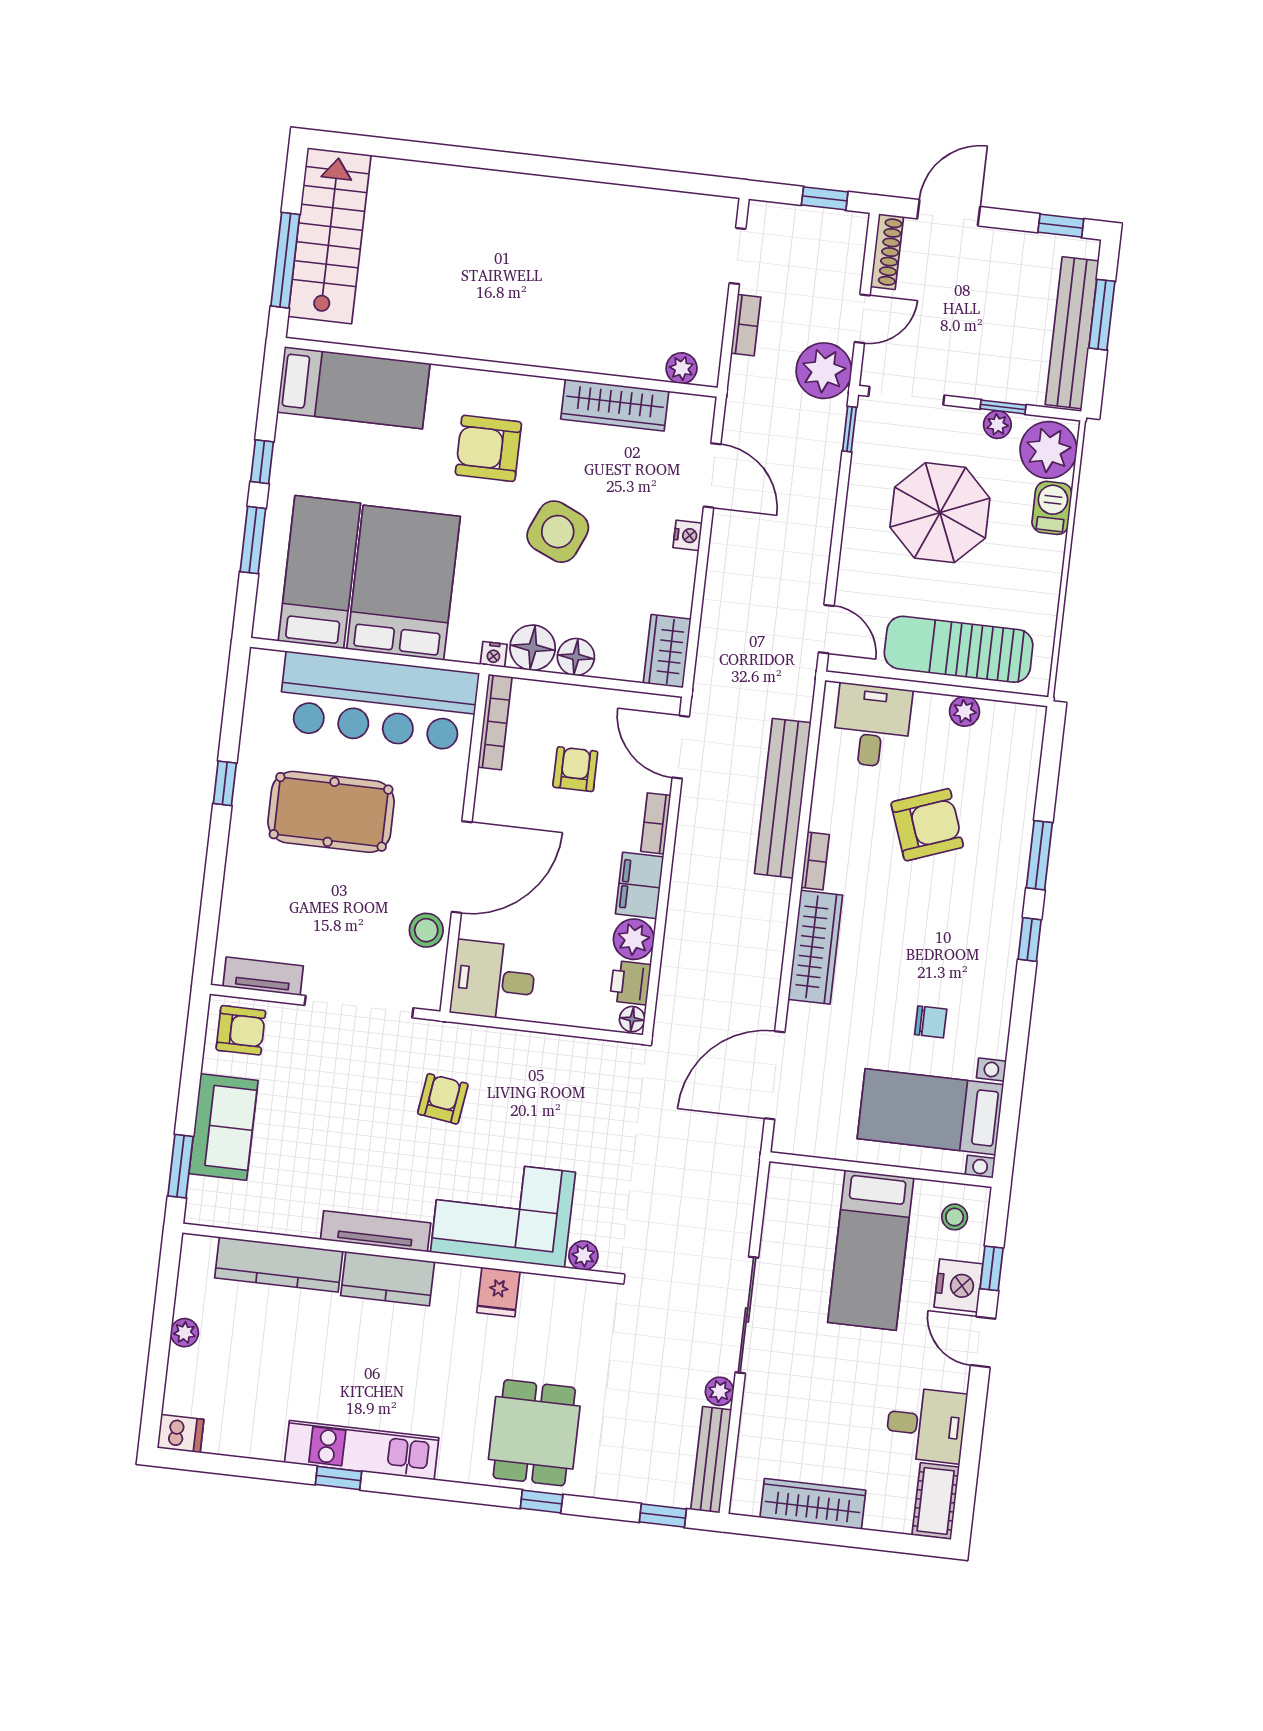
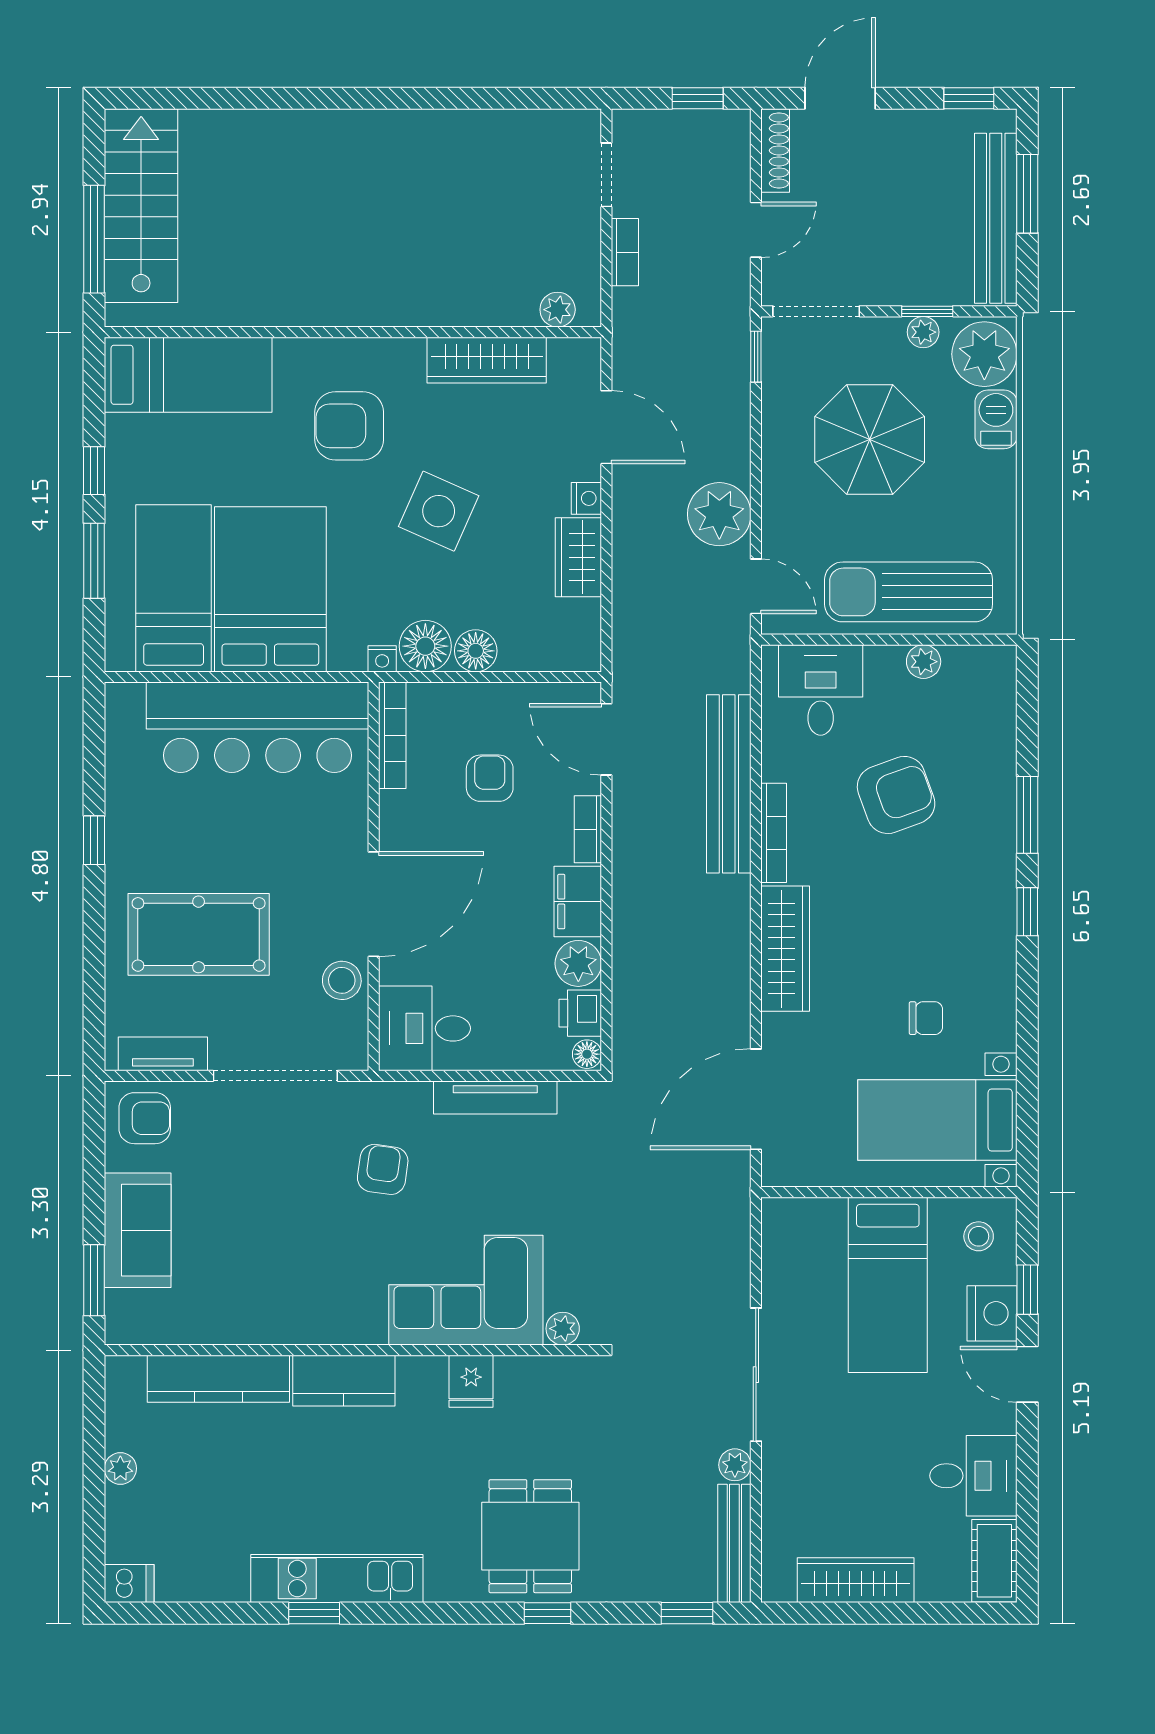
plant: (824, 371) -> (719, 514), moved
wardrobe: (667, 651) -> (578, 557), moved
pool table: (331, 812) -> (199, 934), moved
bookcase: (815, 861) -> (774, 833), width x1.56
tv unit: (376, 1231) -> (495, 1098), moved, turned 180

